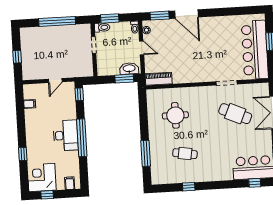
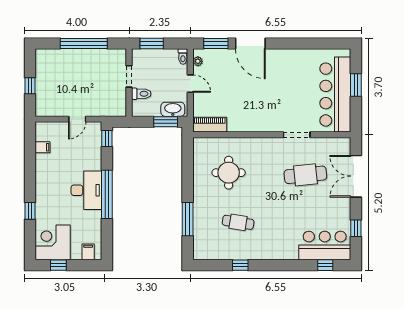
toilet: (102, 27) -> (141, 94), moved
cafe table: (235, 114) -> (305, 175), turned -30

